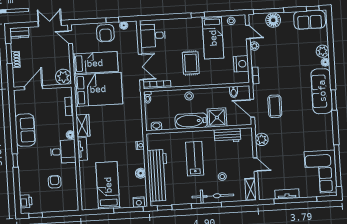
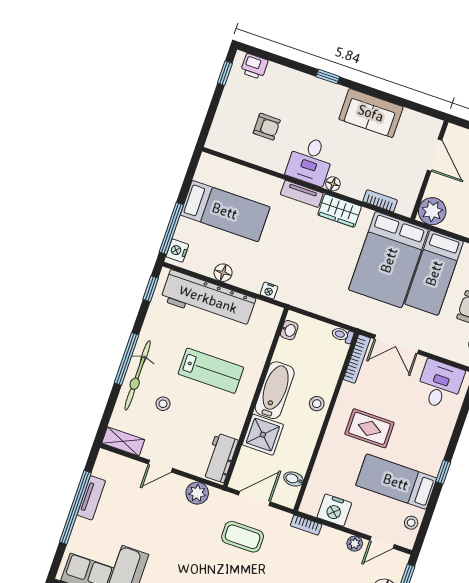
workbench: (227, 136) -> (220, 458), moved

